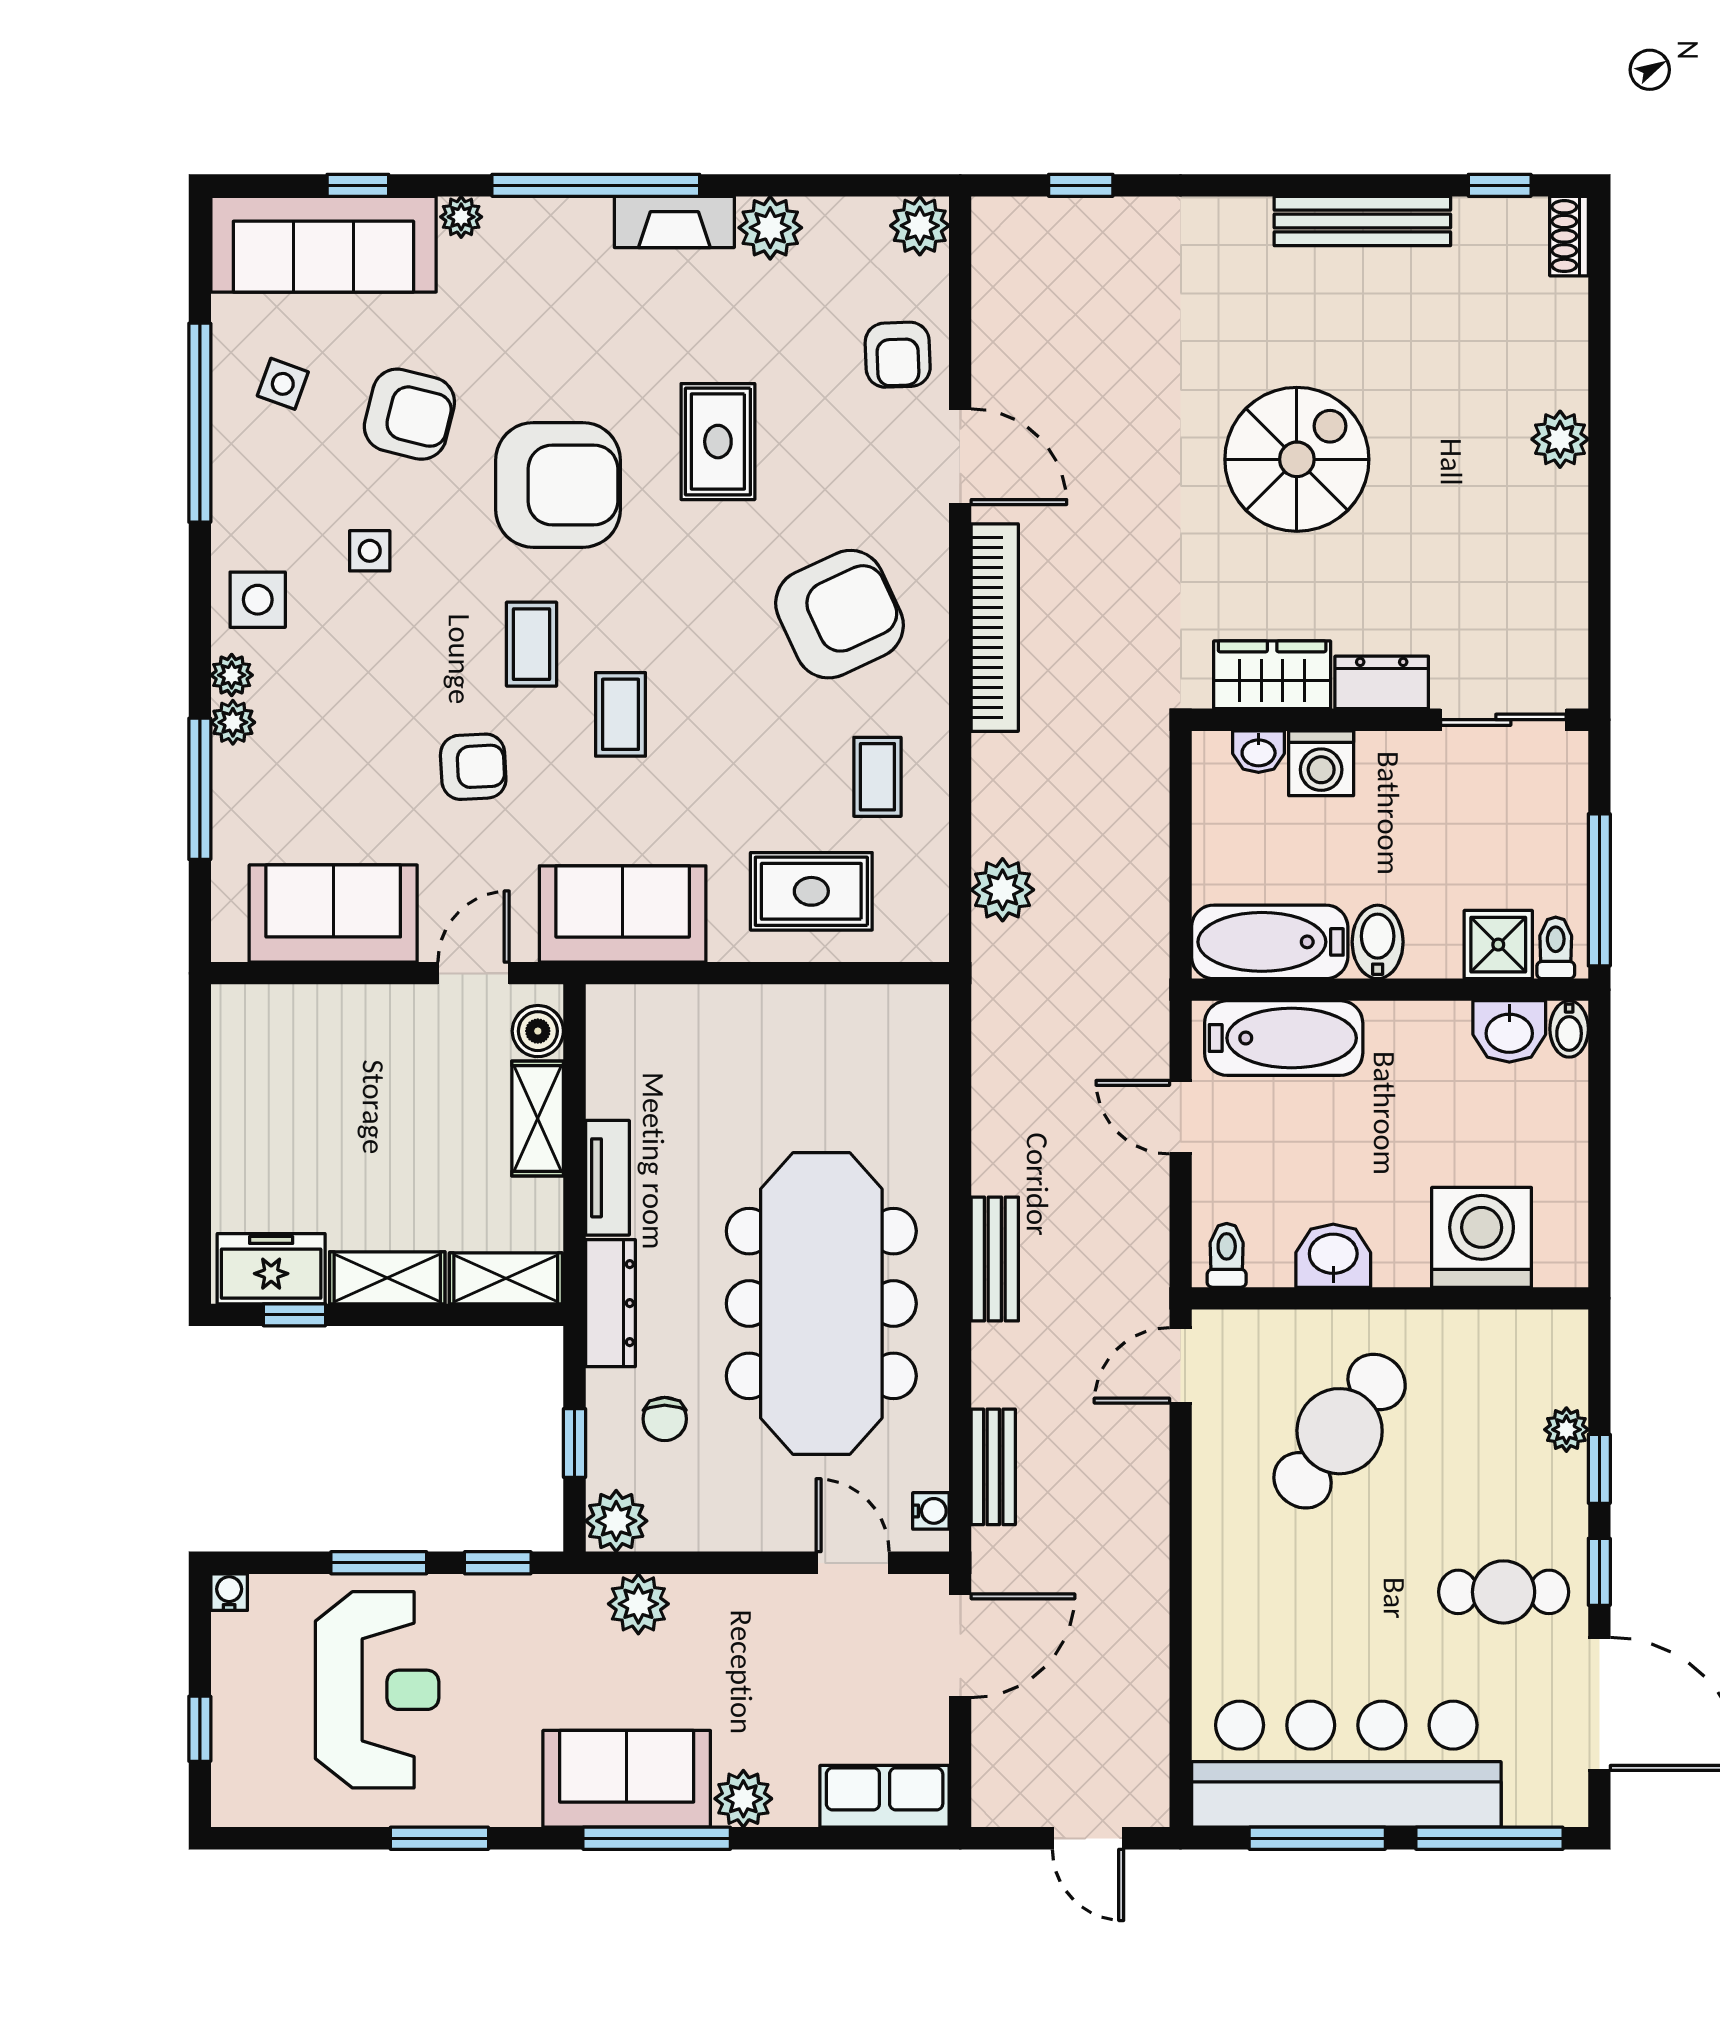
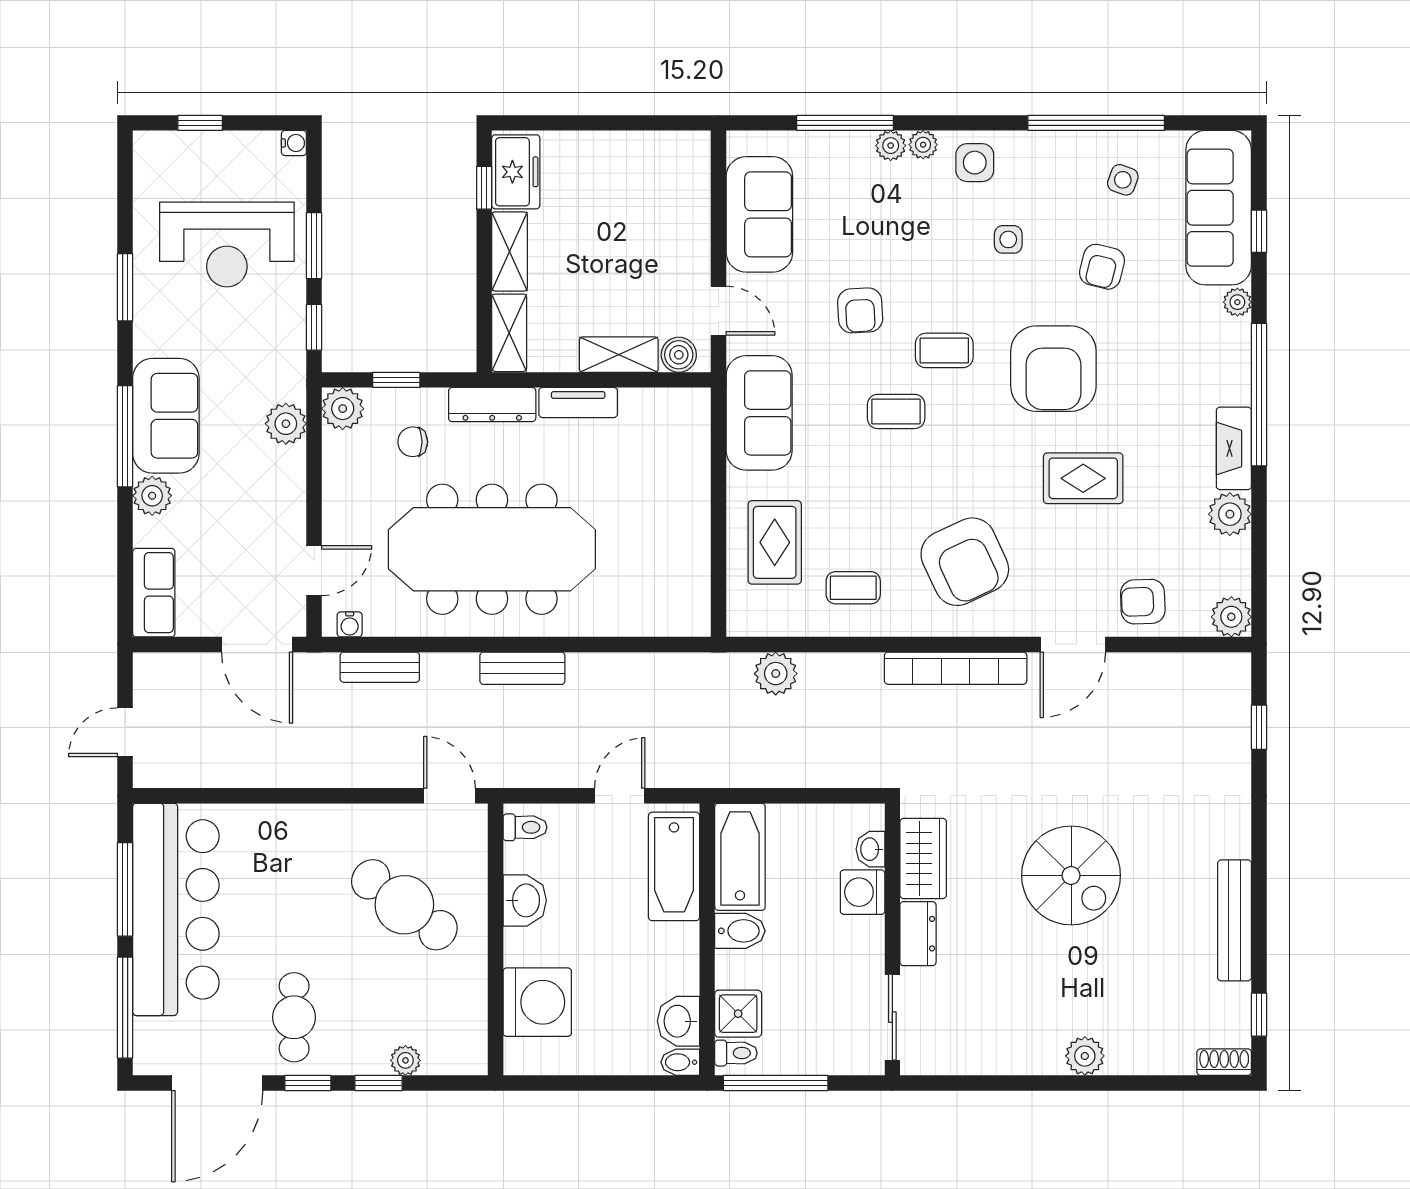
armchair: (409, 414) -> (1102, 267), width x0.72, depth x0.72

